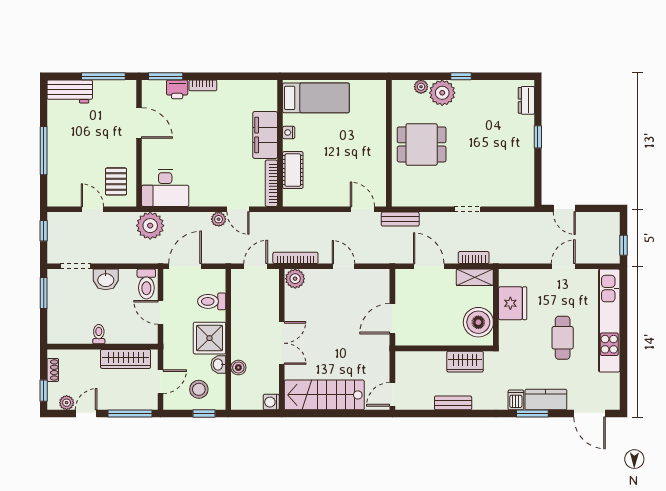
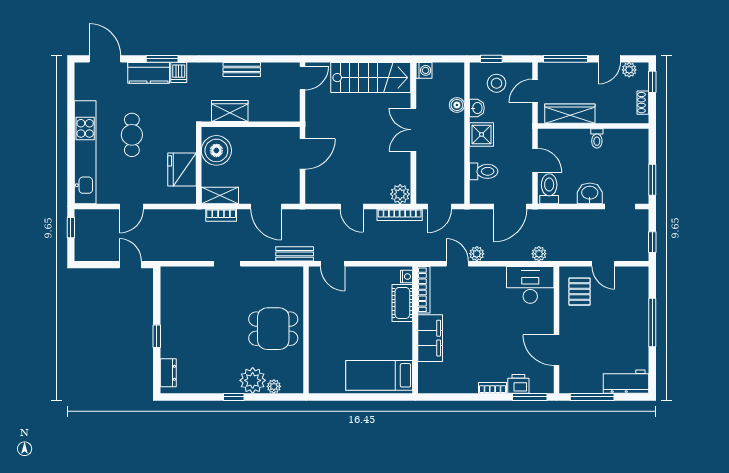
nightstand: (289, 133) -> (407, 277), moved
plant: (150, 226) -> (539, 254), width x0.53, depth x0.53
shower: (210, 338) -> (482, 135), width x0.73, depth x0.73

